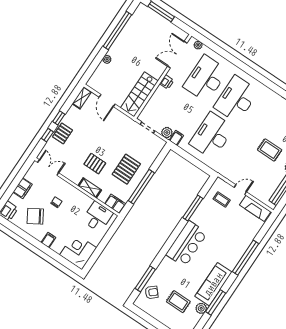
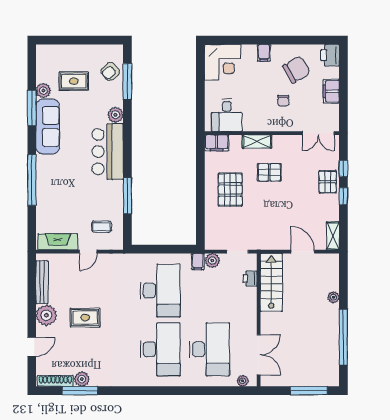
printer: (167, 82) -> (250, 279), moved
window: (141, 187) -> (200, 181), removed
plant: (166, 263) -> (115, 115), added

